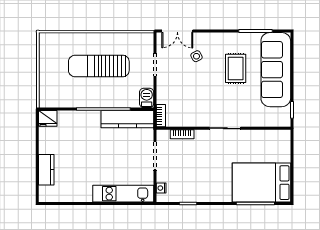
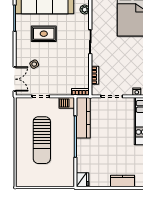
plant: (267, 121) -> (85, 9), added

